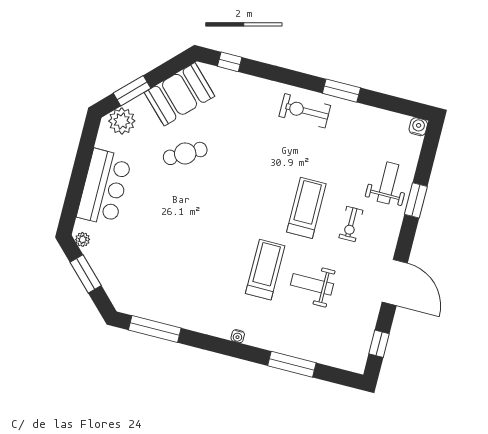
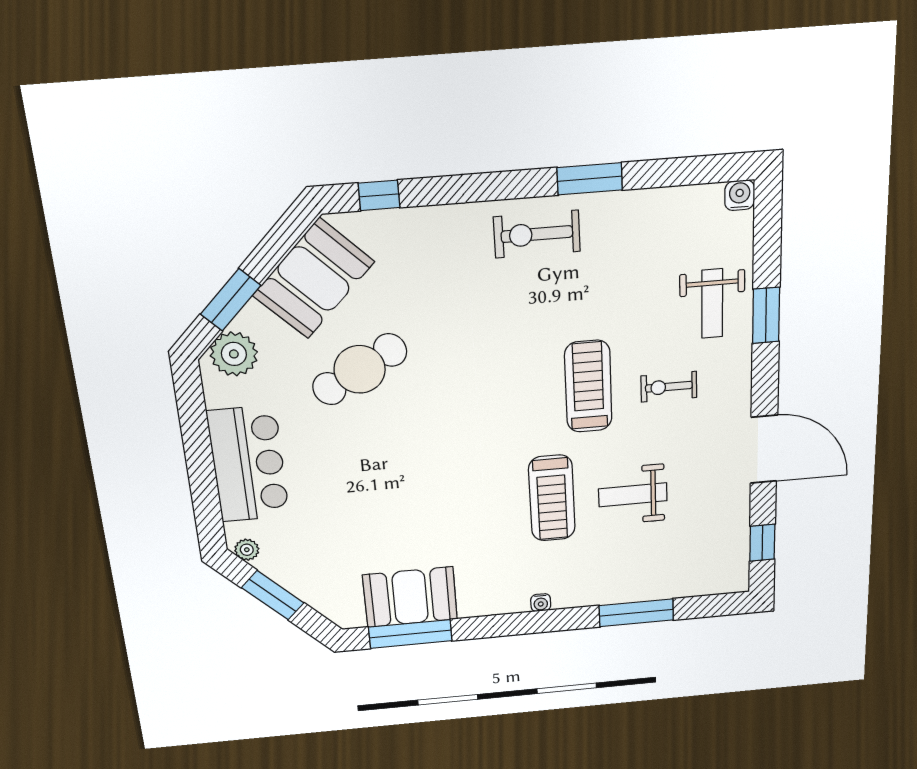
cafe table: (185, 153) -> (360, 369), width x1.37, depth x1.35
weight bench: (388, 183) -> (712, 304), turned 180
exercise bike: (351, 224) -> (669, 387), turned 90
treadmill: (265, 270) -> (552, 498), turned 180
booth: (163, 304) -> (410, 597), added

